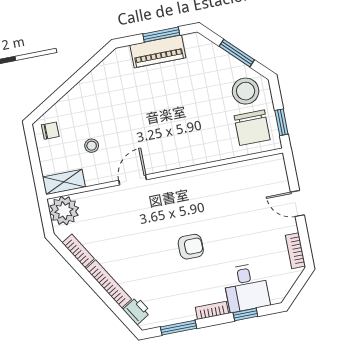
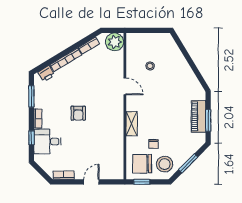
chair: (50, 131) -> (154, 144), moved
shelving: (64, 182) -> (132, 124), moved

